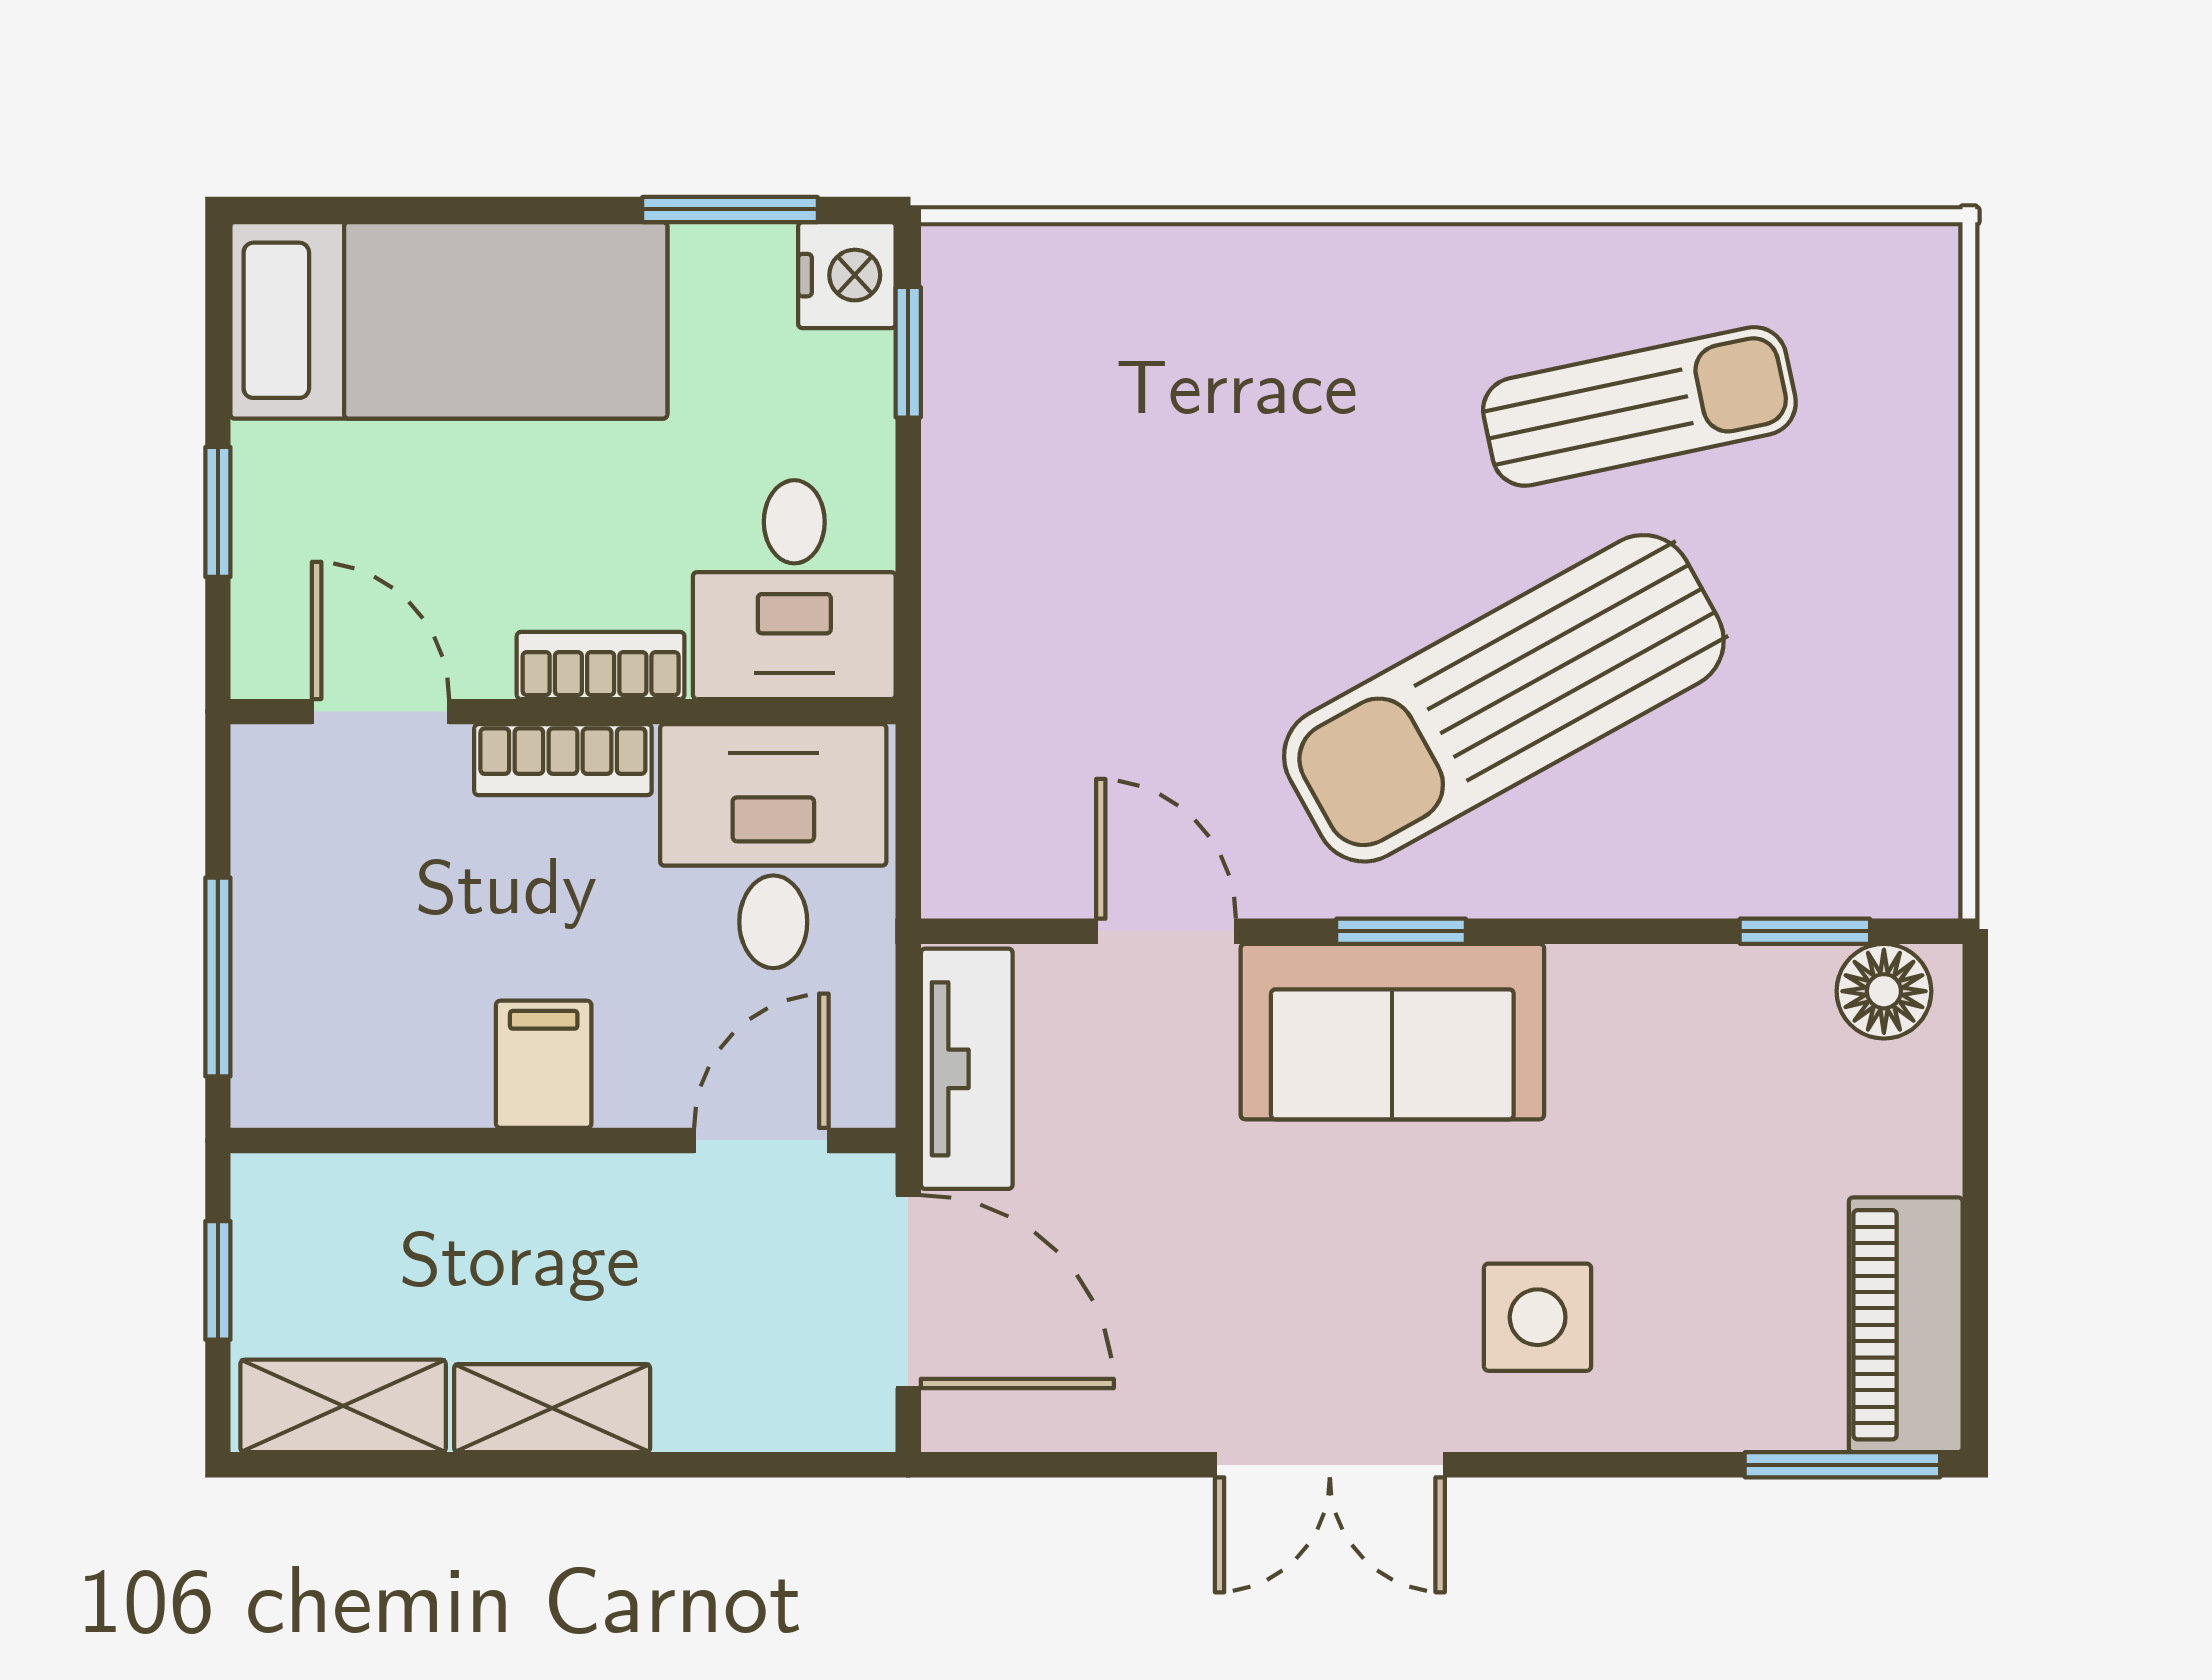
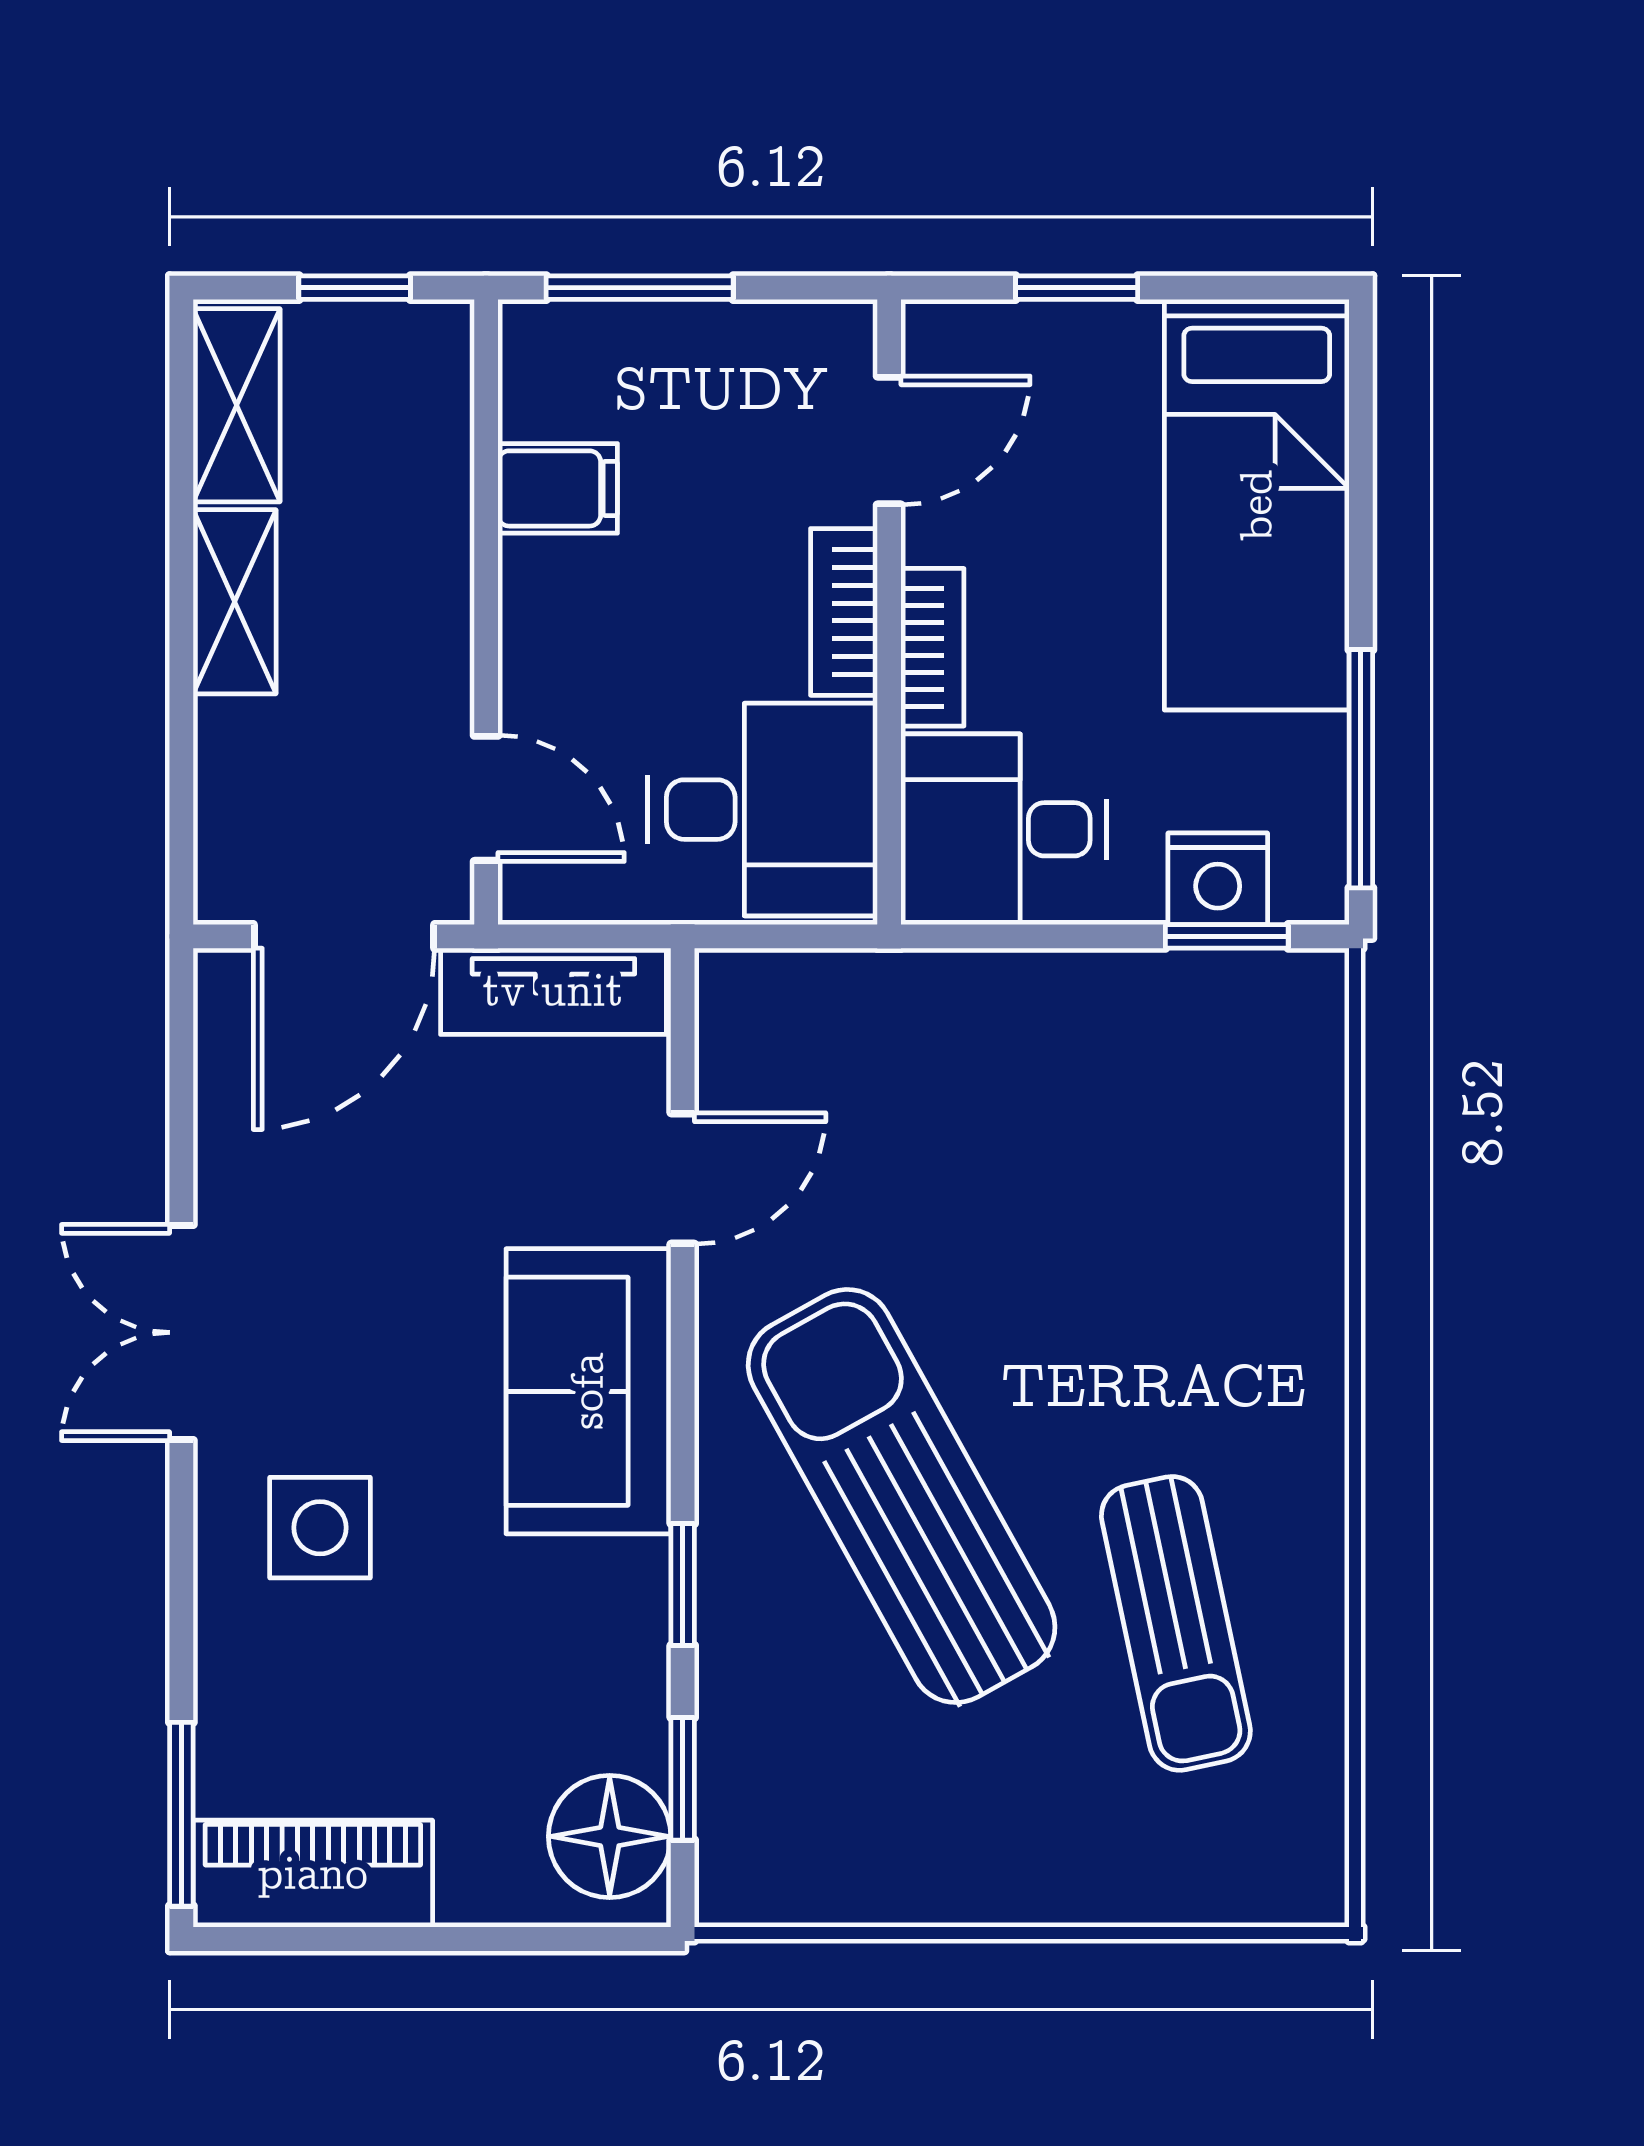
window: (730, 209) -> (1361, 769), width x1.44
nightstand: (847, 275) -> (1218, 879), moved
window: (1401, 931) -> (683, 1585), moved
floor lamp: (1884, 991) -> (610, 1836), width x1.38, depth x1.38
filing cabinet: (544, 1064) -> (558, 488), moved

